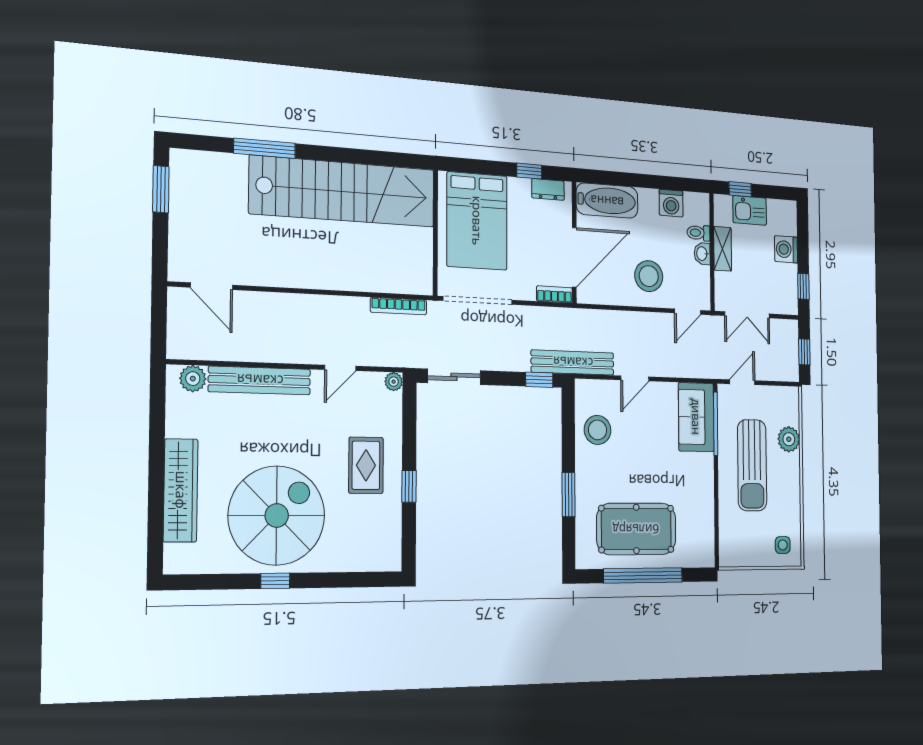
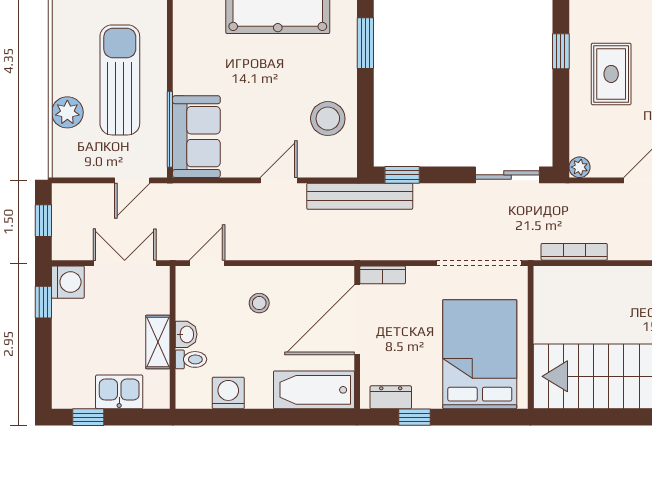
window: (740, 189) -> (88, 417), moved
washing machine: (786, 249) -> (68, 282), moved
stool: (649, 276) -> (259, 303), width x0.53, depth x0.53

